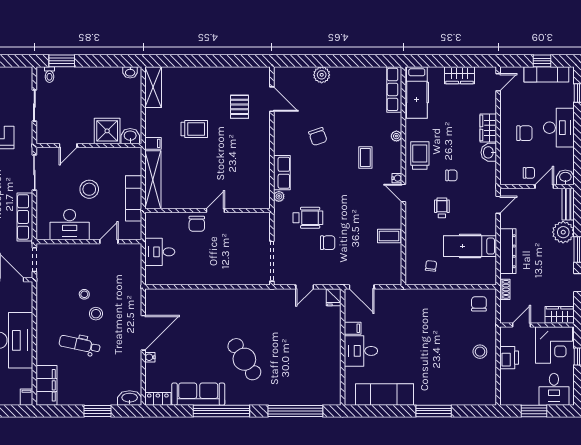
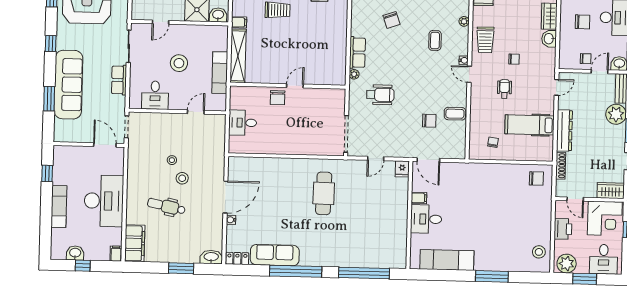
trolley: (420, 155) -> (485, 40), turned 180
row of seats: (25, 217) -> (119, 80), width x0.68
desk: (70, 225) -> (155, 95), width x0.73
chair: (328, 243) -> (429, 121), moved
shoe rack: (505, 289) -> (561, 166), width x1.43
chair: (479, 304) -> (536, 178), turned 90
door: (521, 325) -> (575, 199), swing flipped
stool: (480, 352) -> (539, 252), moved
cafe table: (244, 359) -> (324, 193), moved, turned 34
plant: (514, 395) -> (567, 264), added

